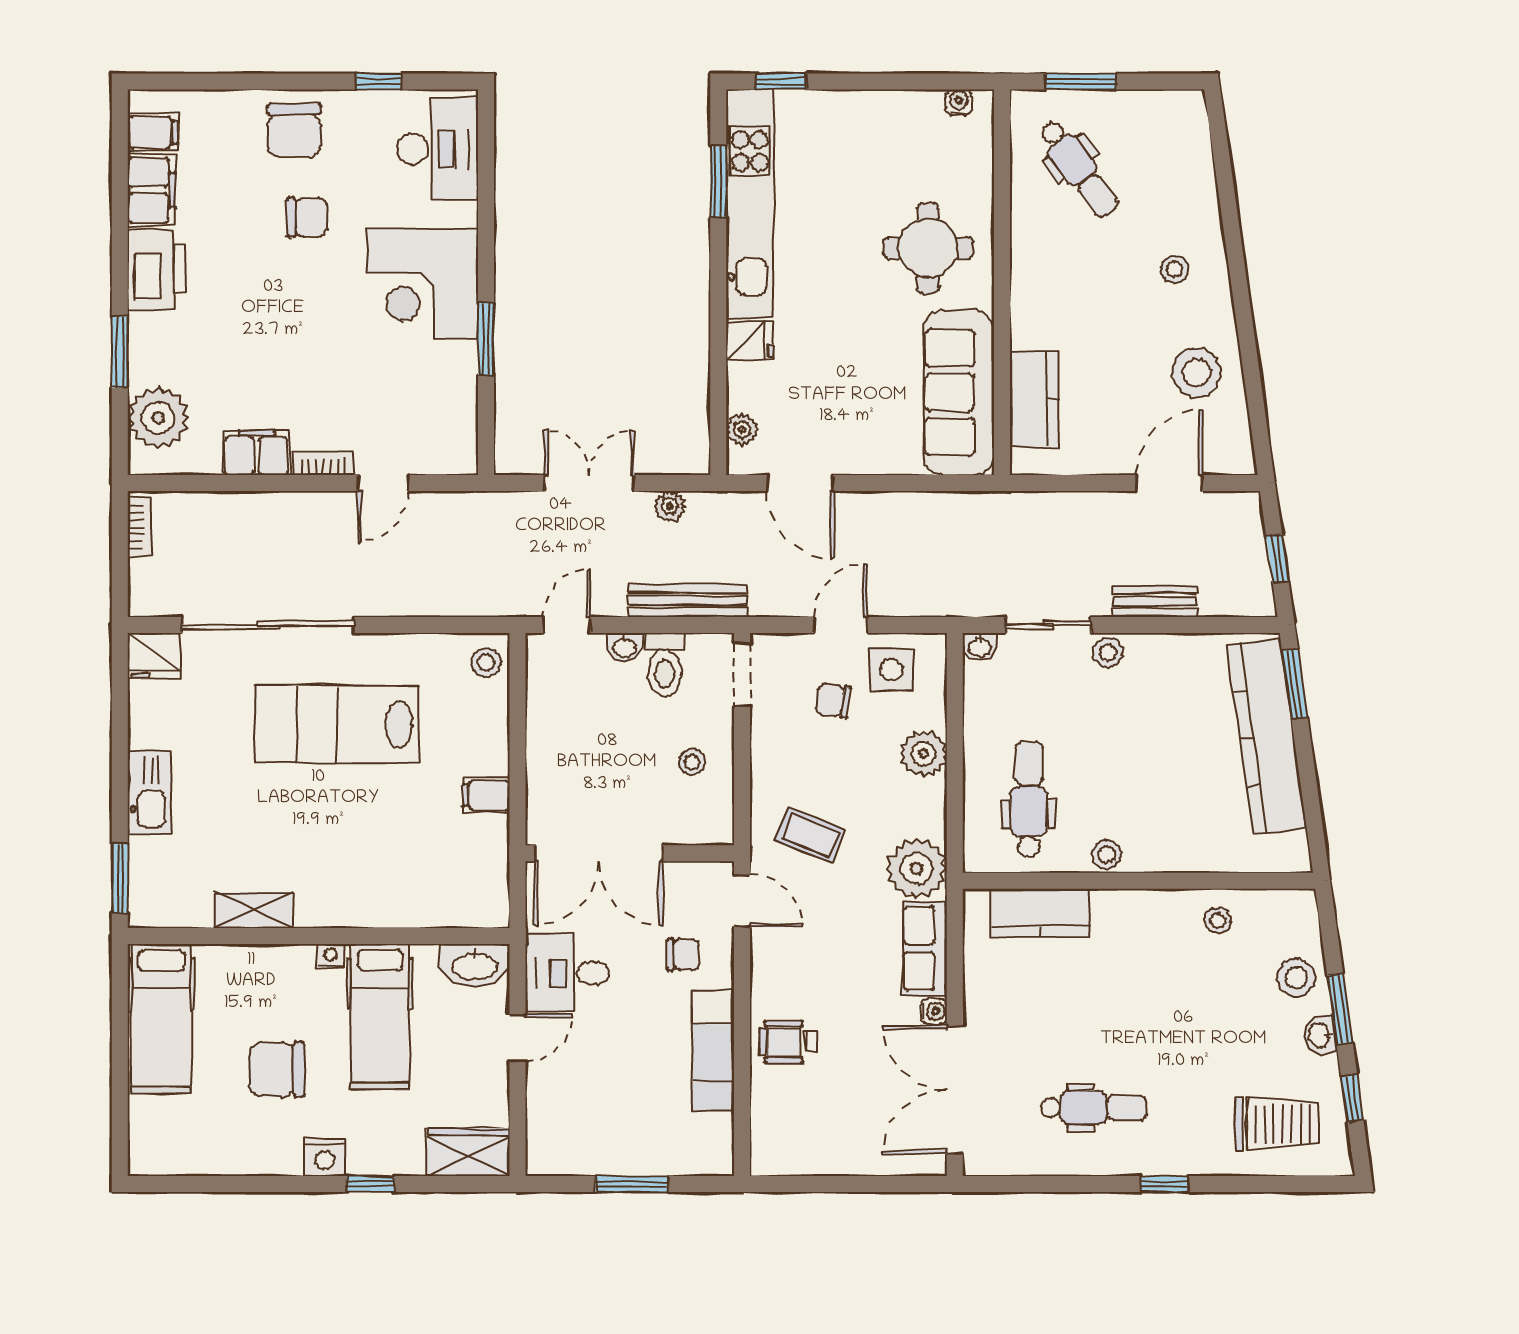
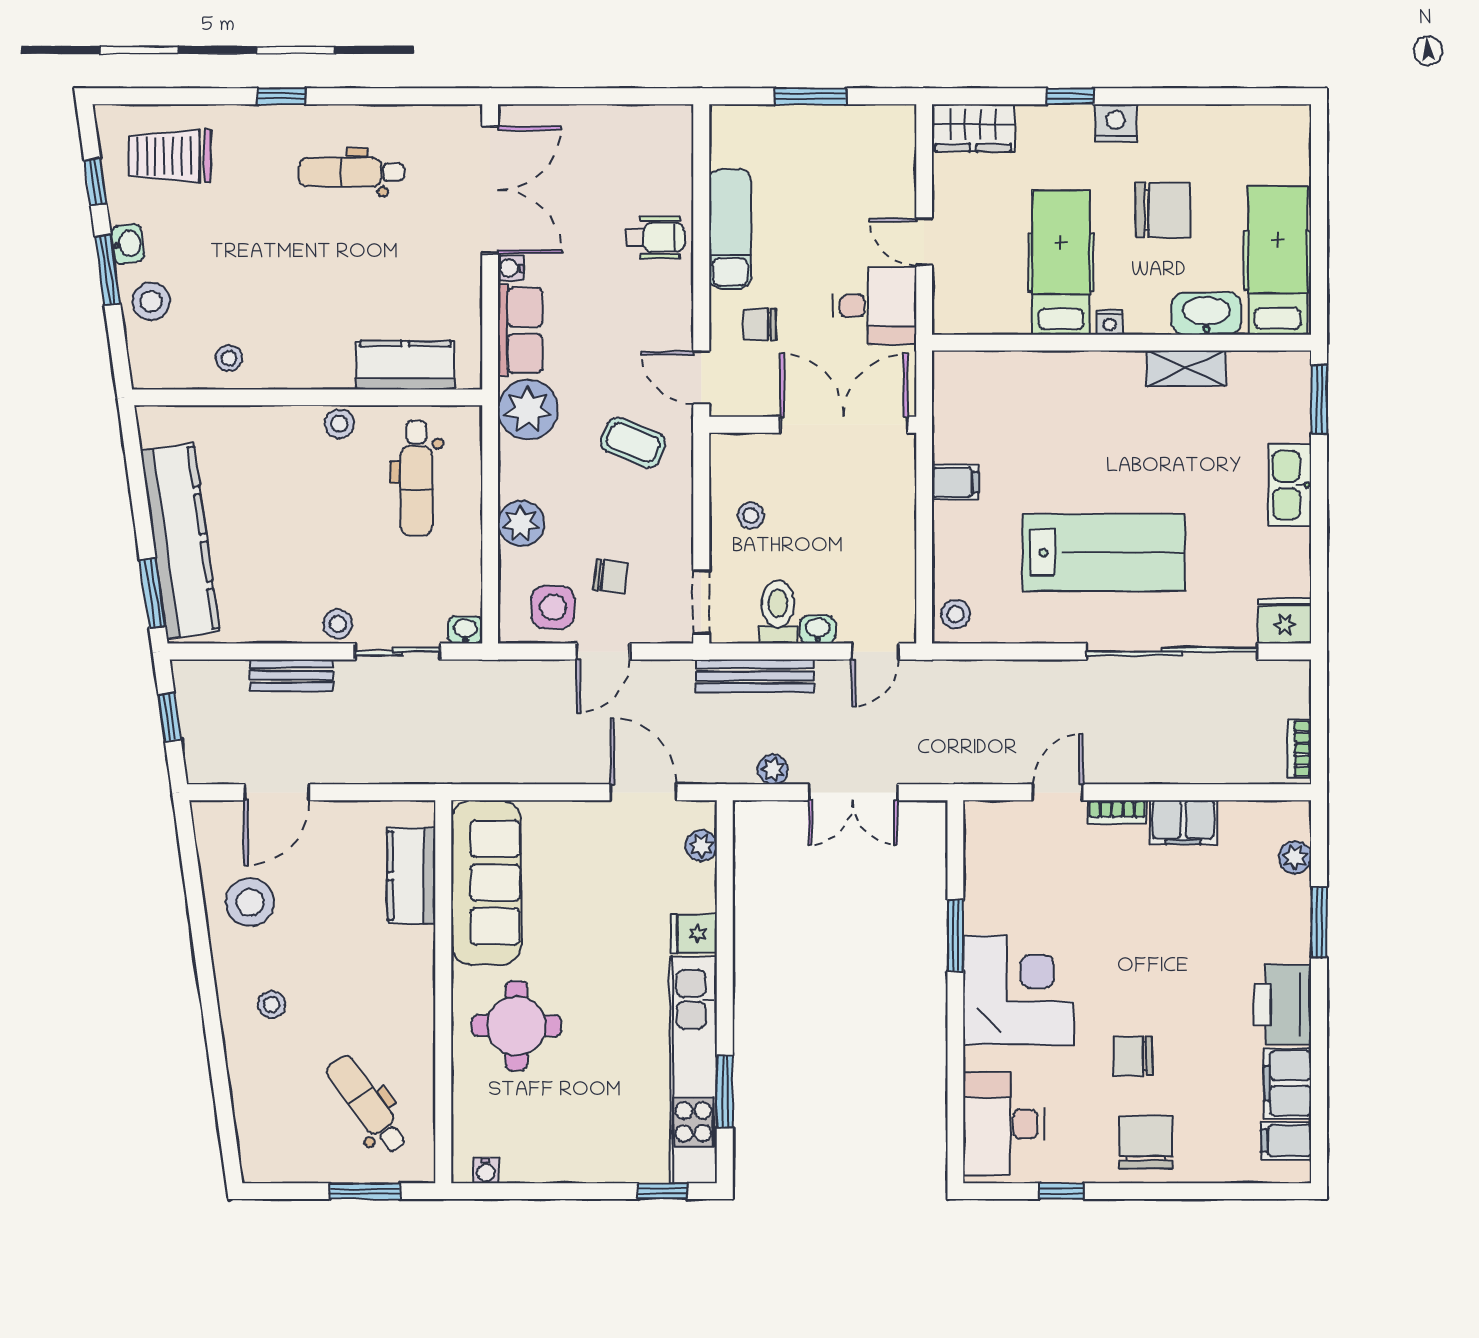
plant: (158, 418) -> (1295, 857), width x0.53, depth x0.53
washbasin: (475, 965) -> (1206, 314), moved
door: (517, 1038) -> (924, 242), hinge flipped

